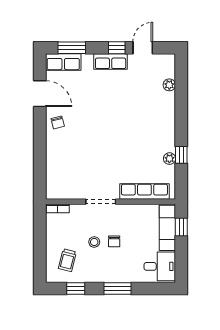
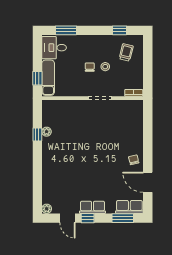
door: (143, 48) -> (67, 218), hinge flipped
plant: (169, 85) -> (47, 209), moved
row of seats: (144, 192) -> (66, 106), removed
window: (117, 289) -> (66, 30), moved

